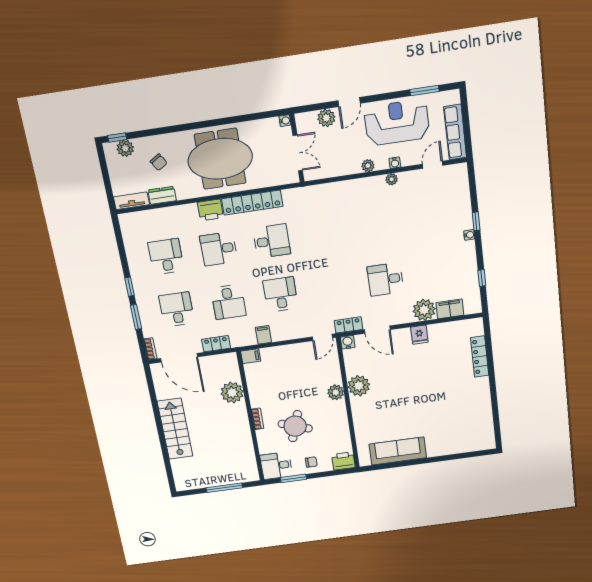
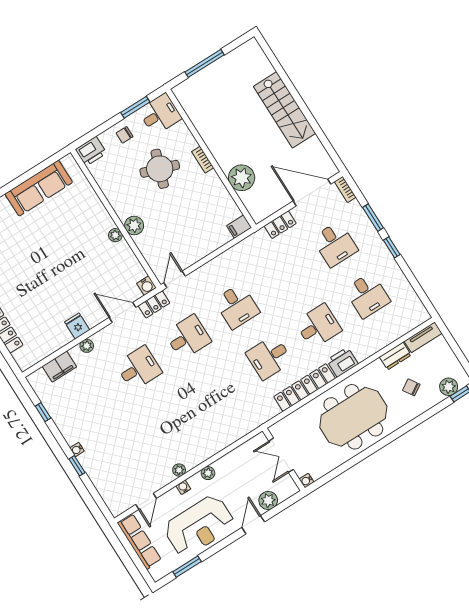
desk: (228, 302) -> (188, 337), moved, turned 90
plant: (424, 310) -> (87, 346), width x0.53, depth x0.53
filing cabinet: (263, 335) -> (236, 256), removed
plant: (359, 386) -> (115, 235), width x0.53, depth x0.53

